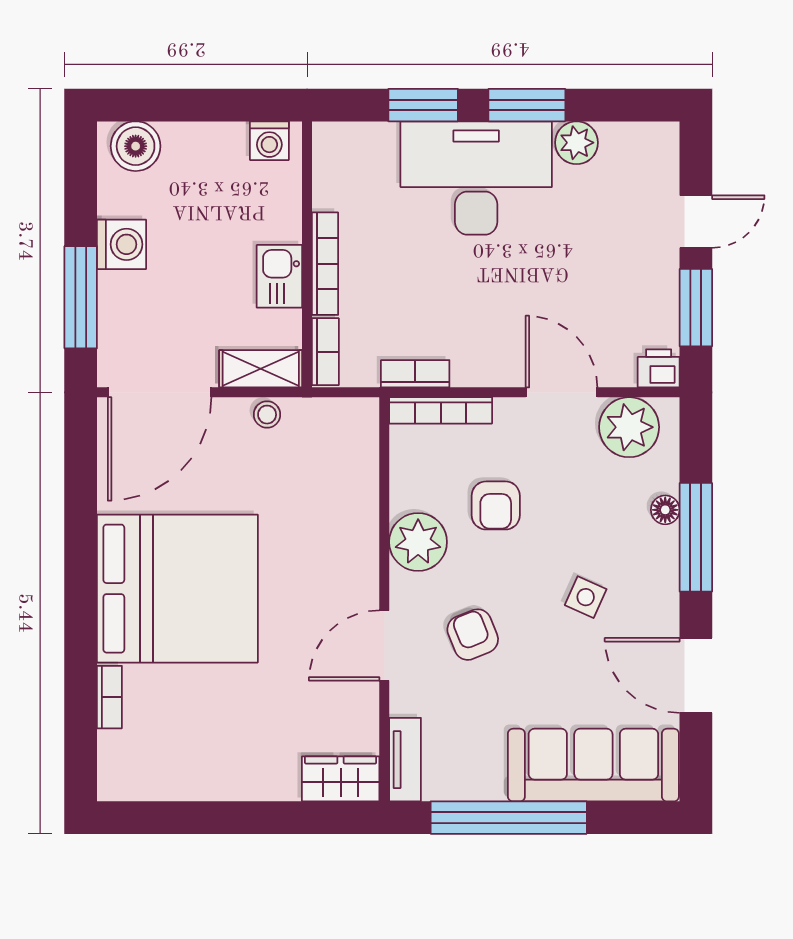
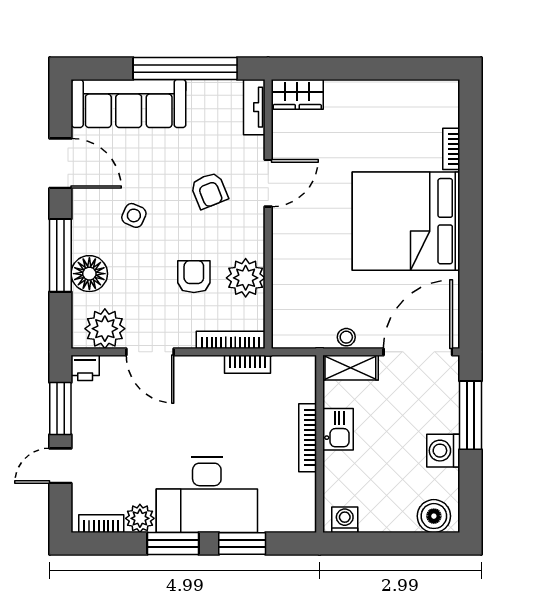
bookcase: (325, 352) -> (101, 524), moved, turned 90
floor lamp: (665, 510) -> (89, 274), width x1.89, depth x1.89
plant: (418, 542) -> (246, 278), moved

